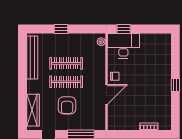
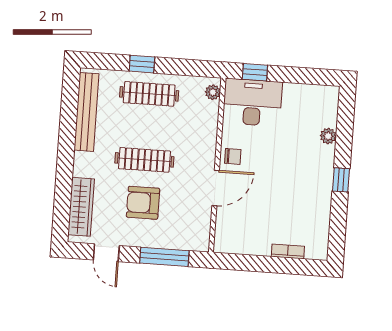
plant: (167, 61) -> (328, 136), added
clothes rail: (66, 63) -> (149, 94), moved
armchair: (67, 105) -> (143, 203), turned 90

